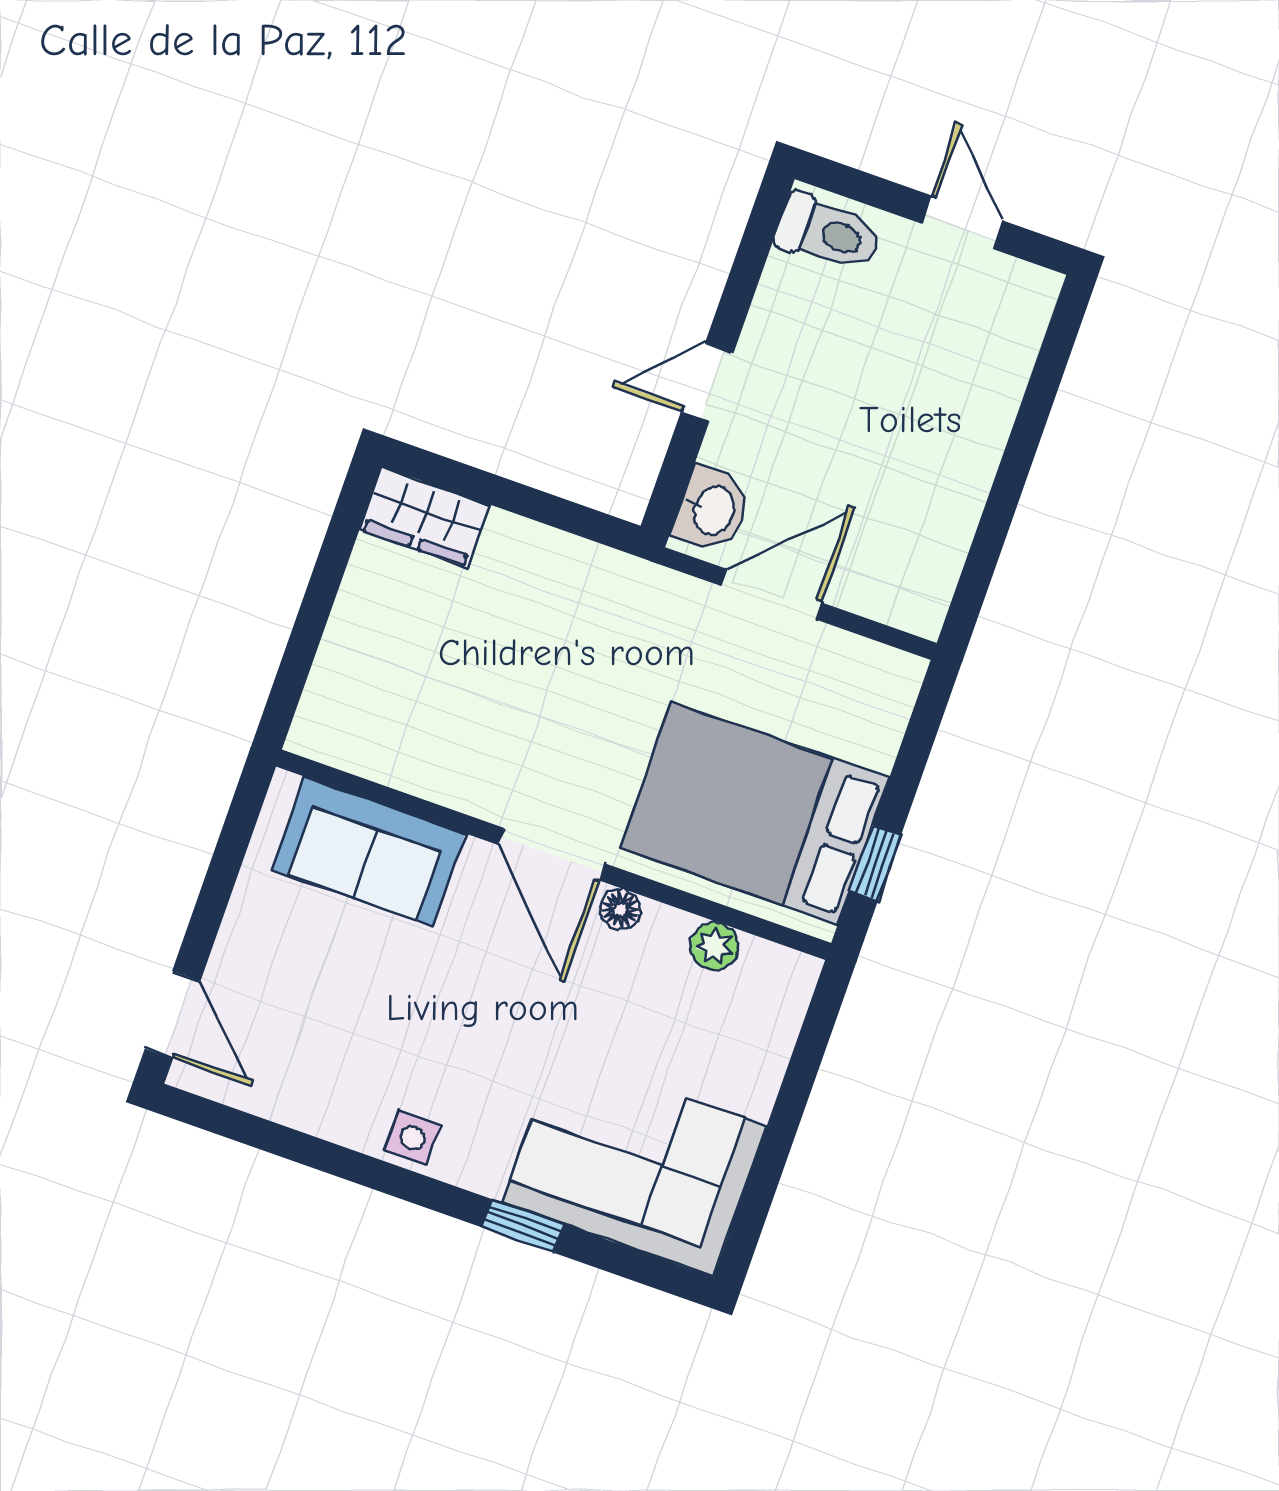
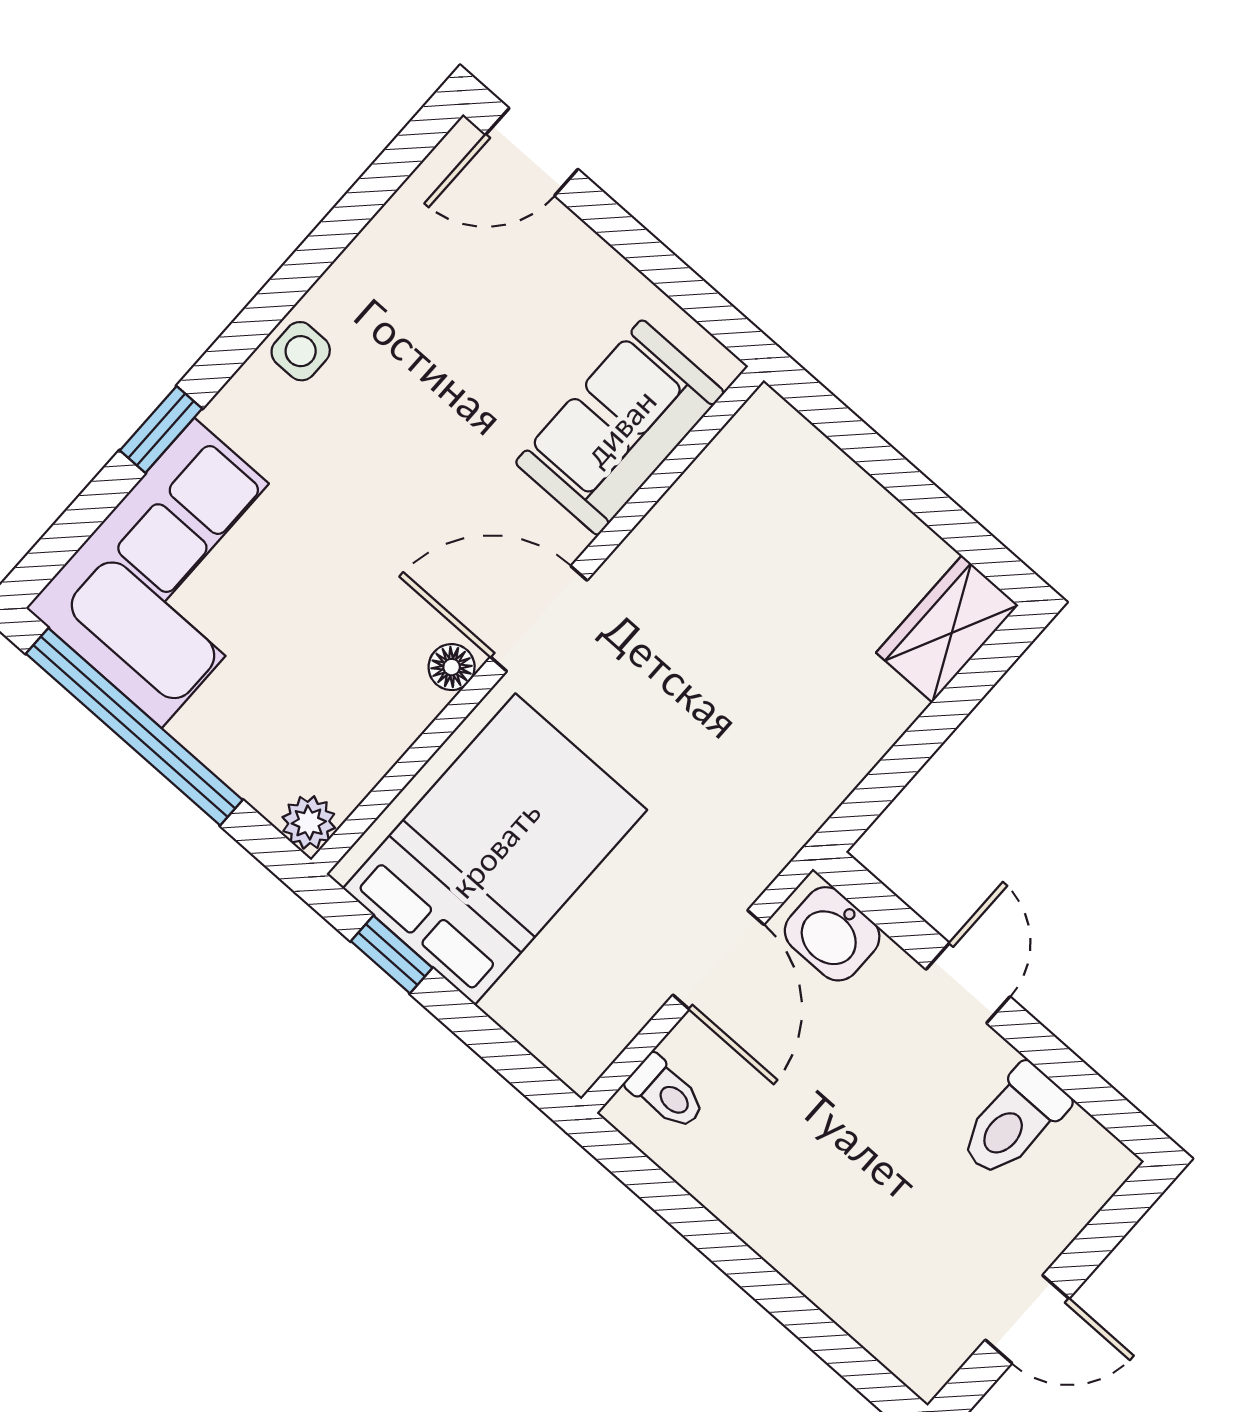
toilet: (828, 233) -> (1014, 1121), moved
toilet: (897, 593) -> (666, 1093), added
plant: (714, 946) -> (309, 822), moved
window: (775, 1149) -> (134, 727), added

